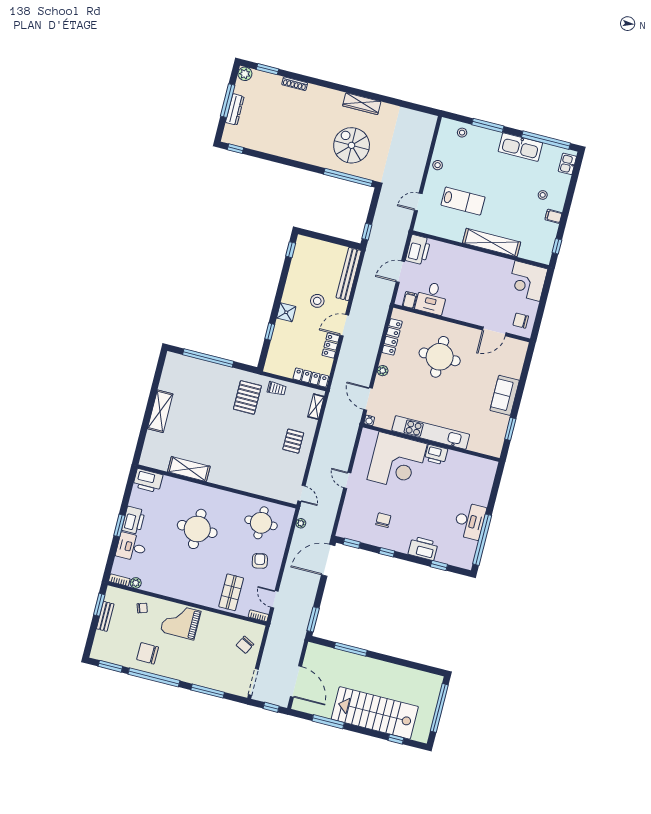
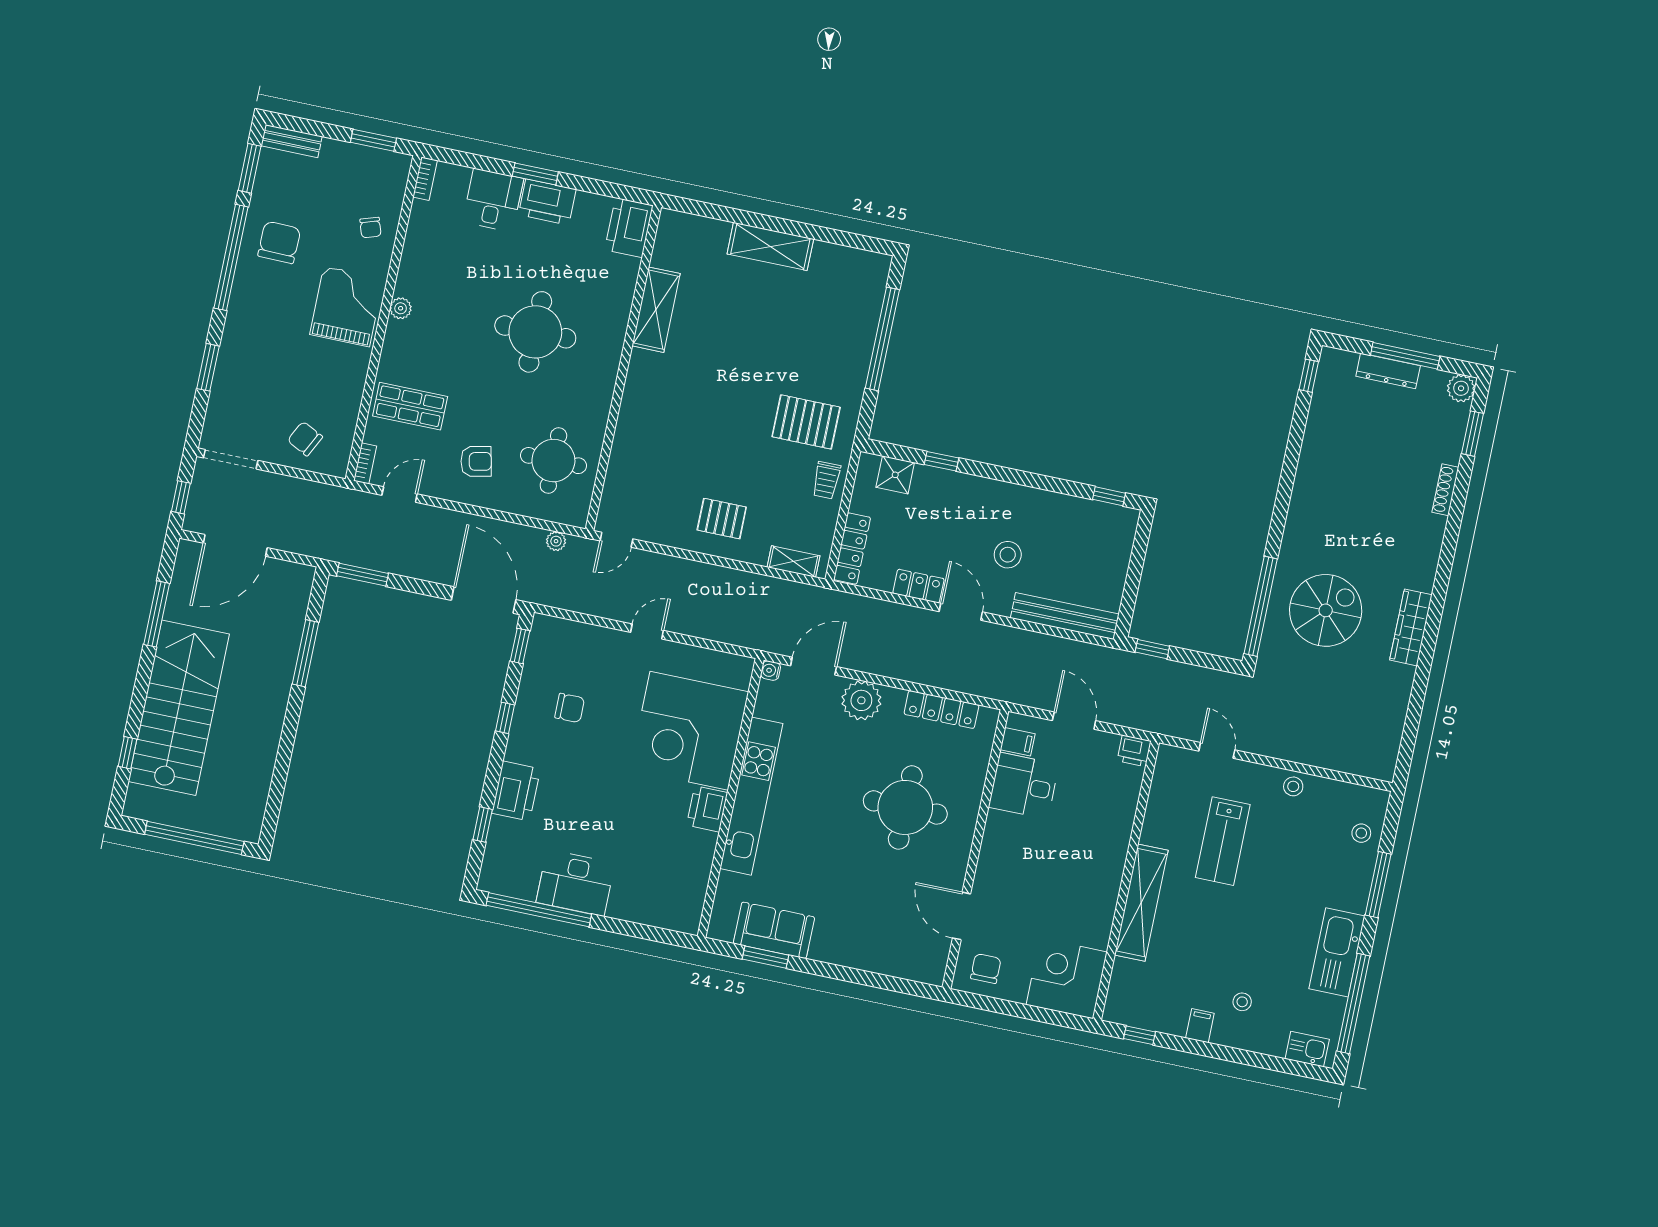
printer: (418, 250) -> (1134, 751), width x0.53, depth x0.68
shower: (286, 312) -> (895, 475), moved
plant: (383, 371) -> (861, 700), width x1.88, depth x1.88
sofa: (505, 395) -> (774, 930), moved
plant: (136, 583) -> (401, 308), moved
bench: (105, 616) -> (292, 141), moved
window: (208, 691) -> (208, 367), width x0.69

